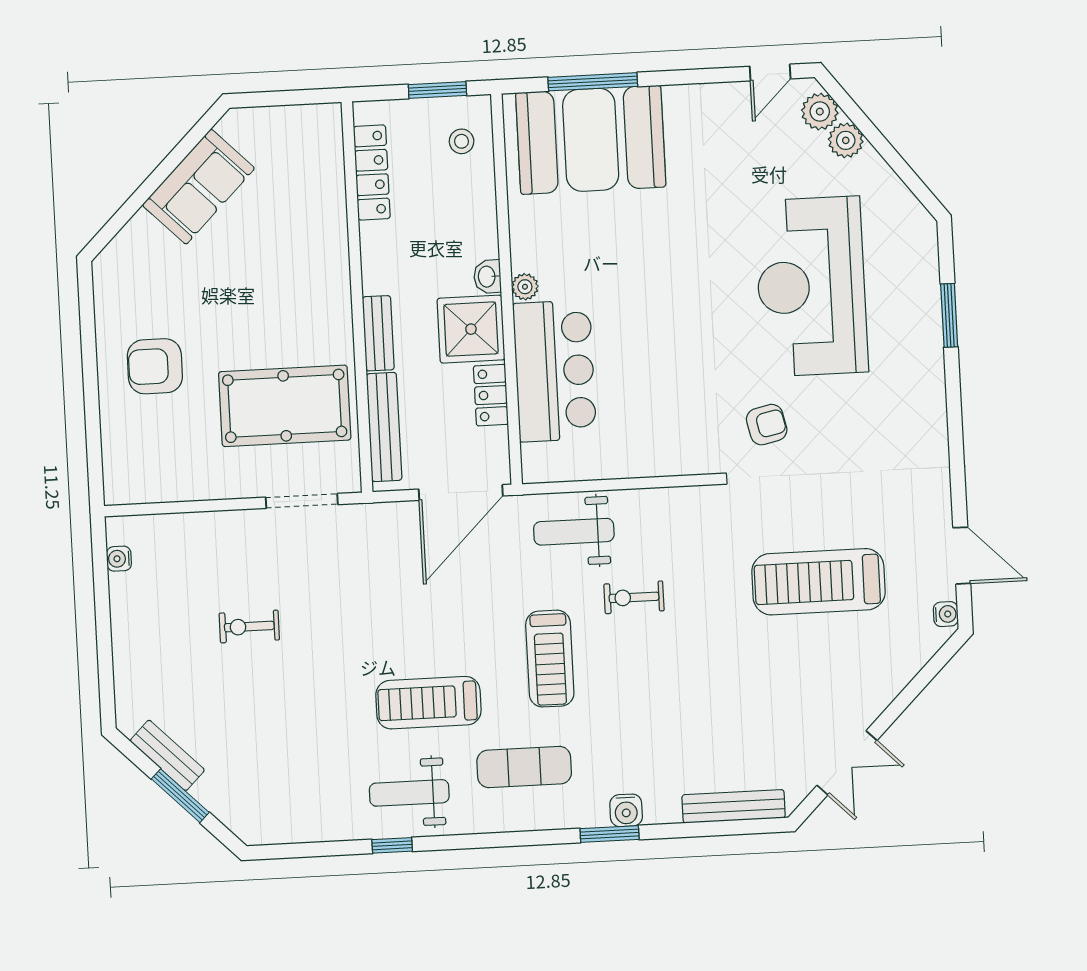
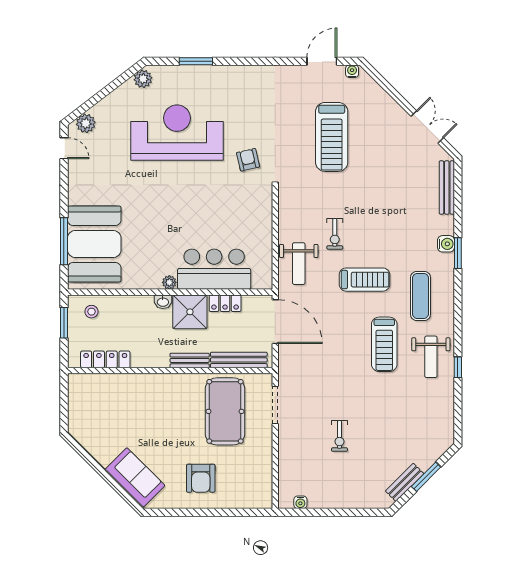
plant: (846, 140) -> (143, 79), moved
sofa: (198, 187) -> (135, 477), moved
reception desk: (811, 286) -> (177, 133), turned 180

